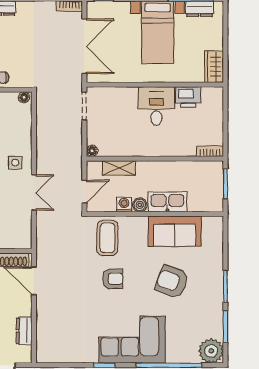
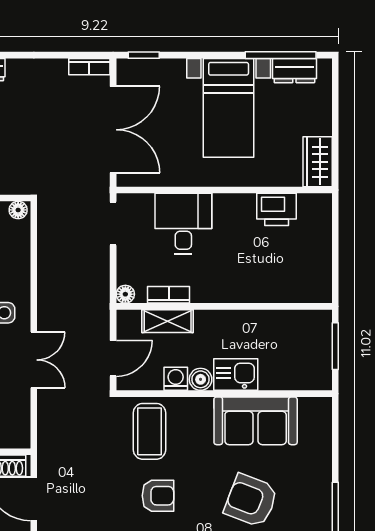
desk: (156, 106) -> (183, 224), moved
bookcase: (210, 151) -> (169, 295), moved
kitchen sink: (167, 202) -> (236, 375), width x0.73

